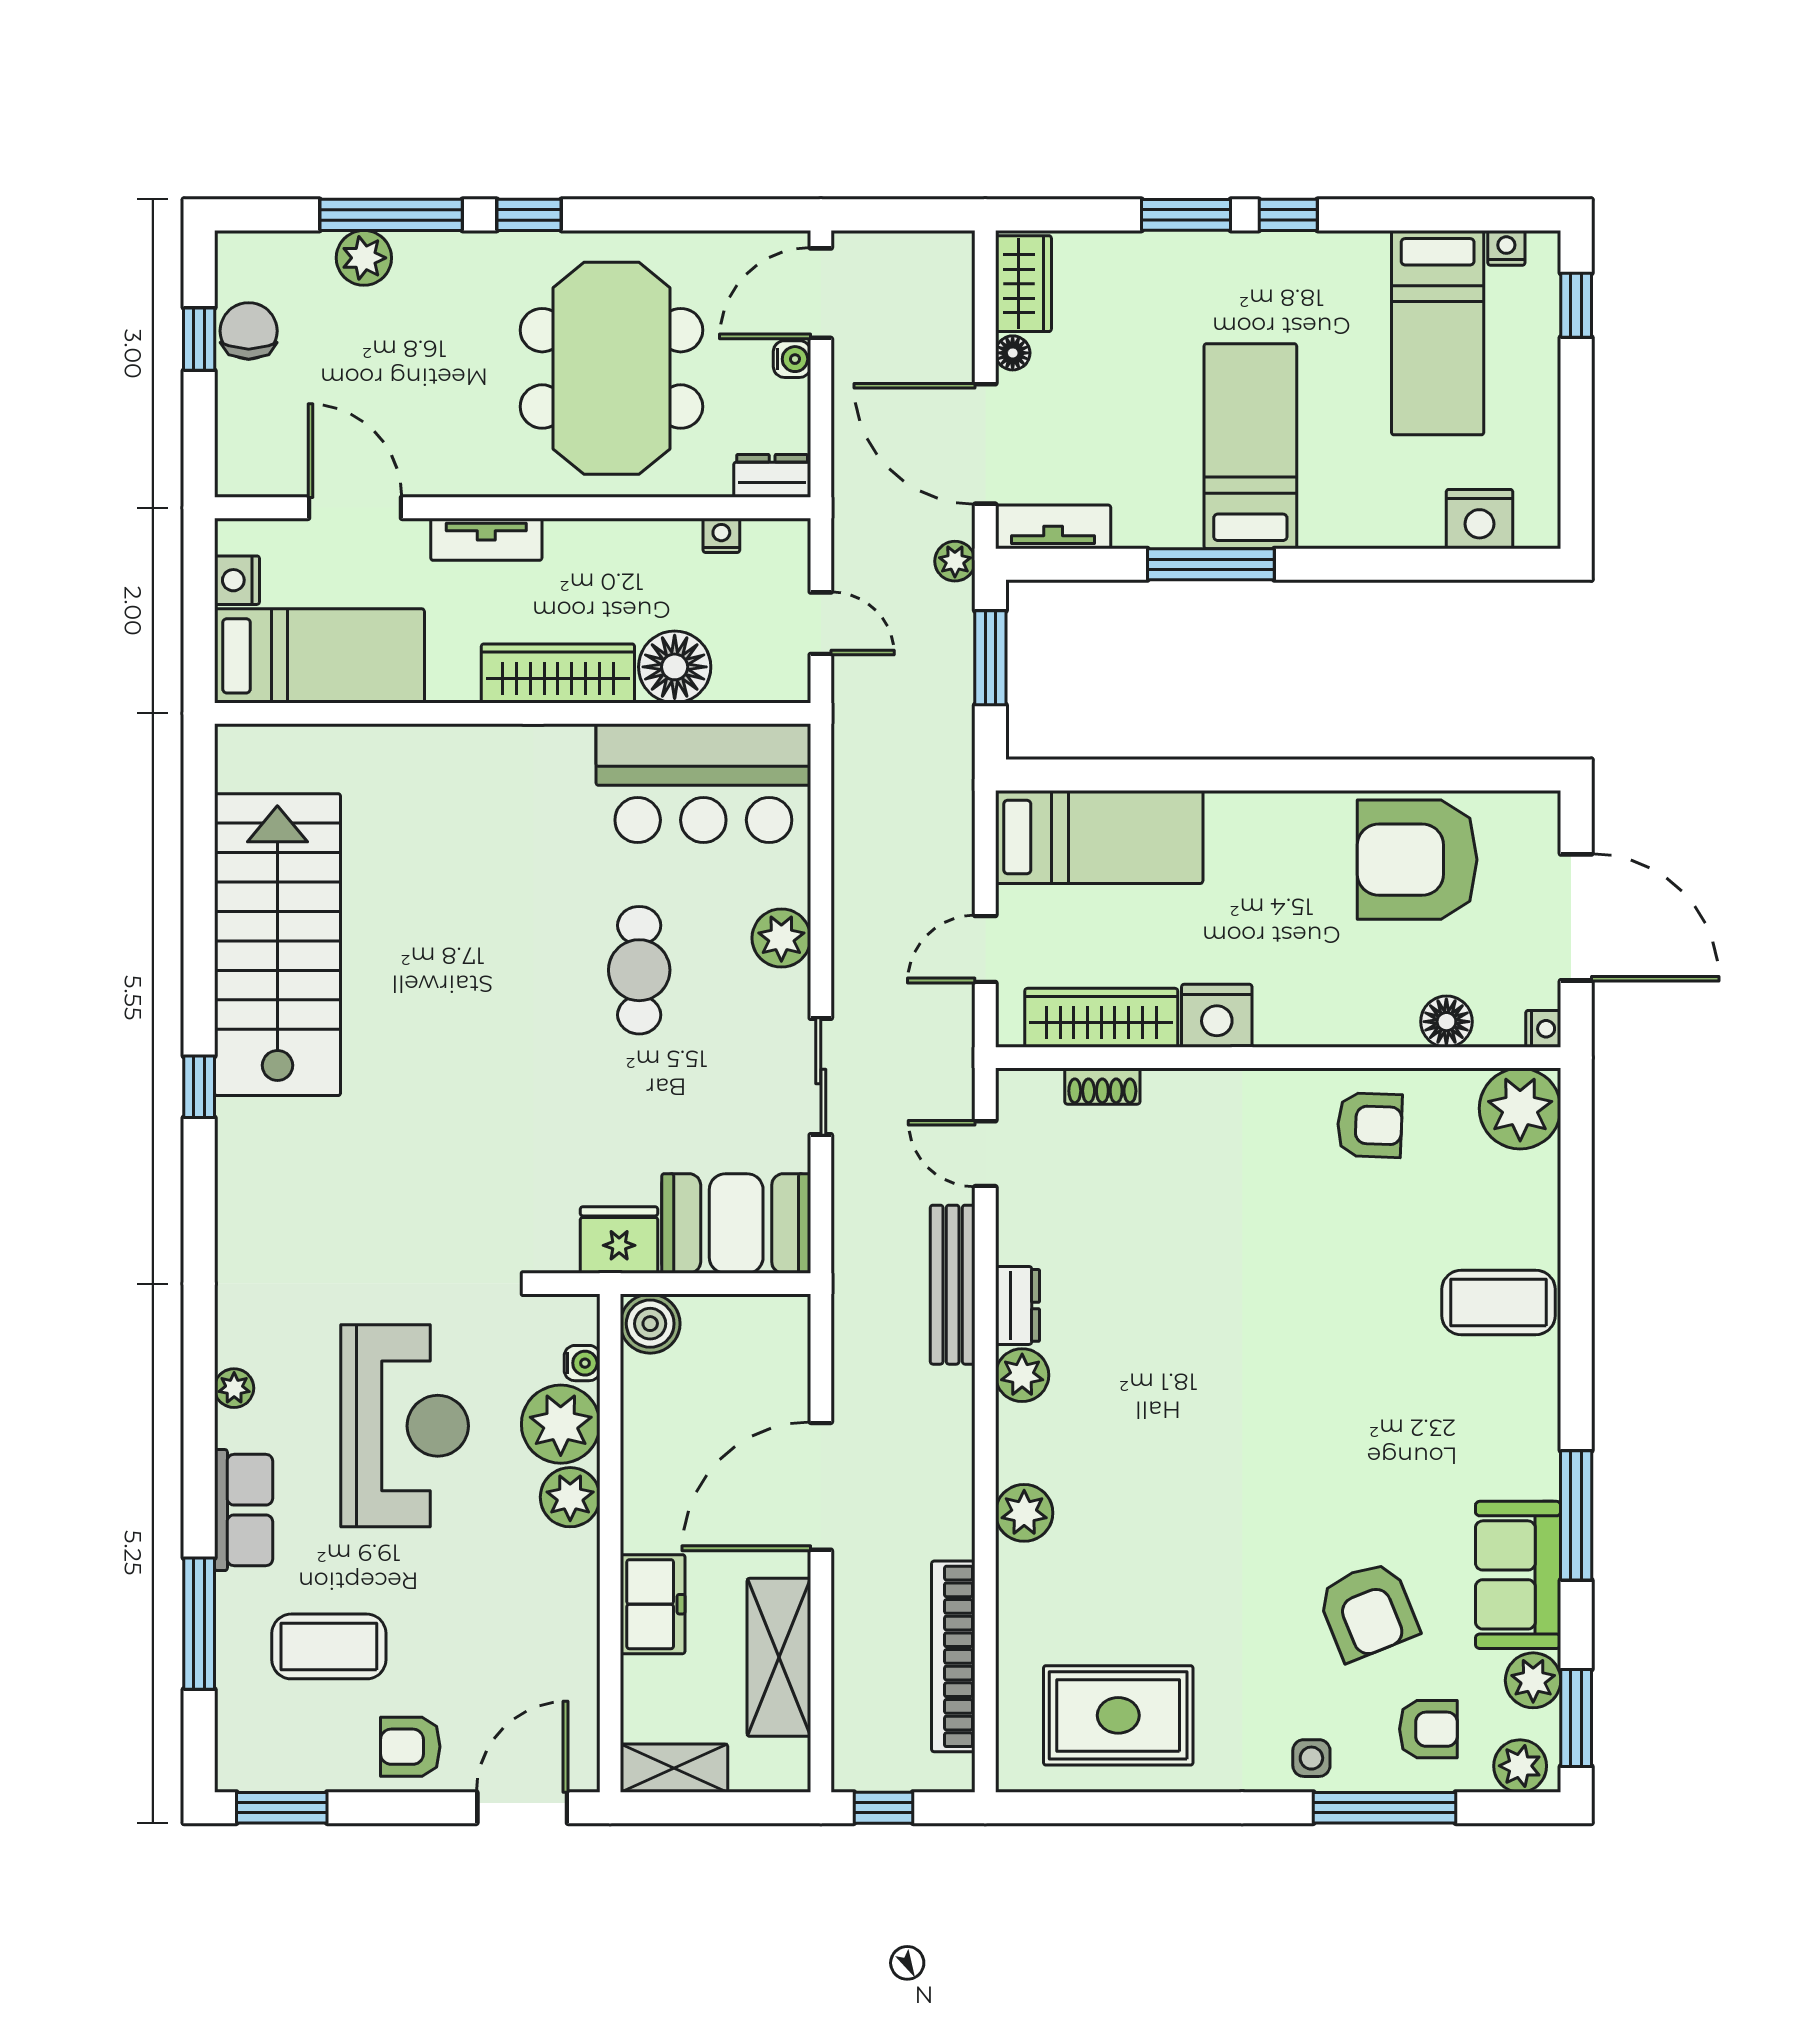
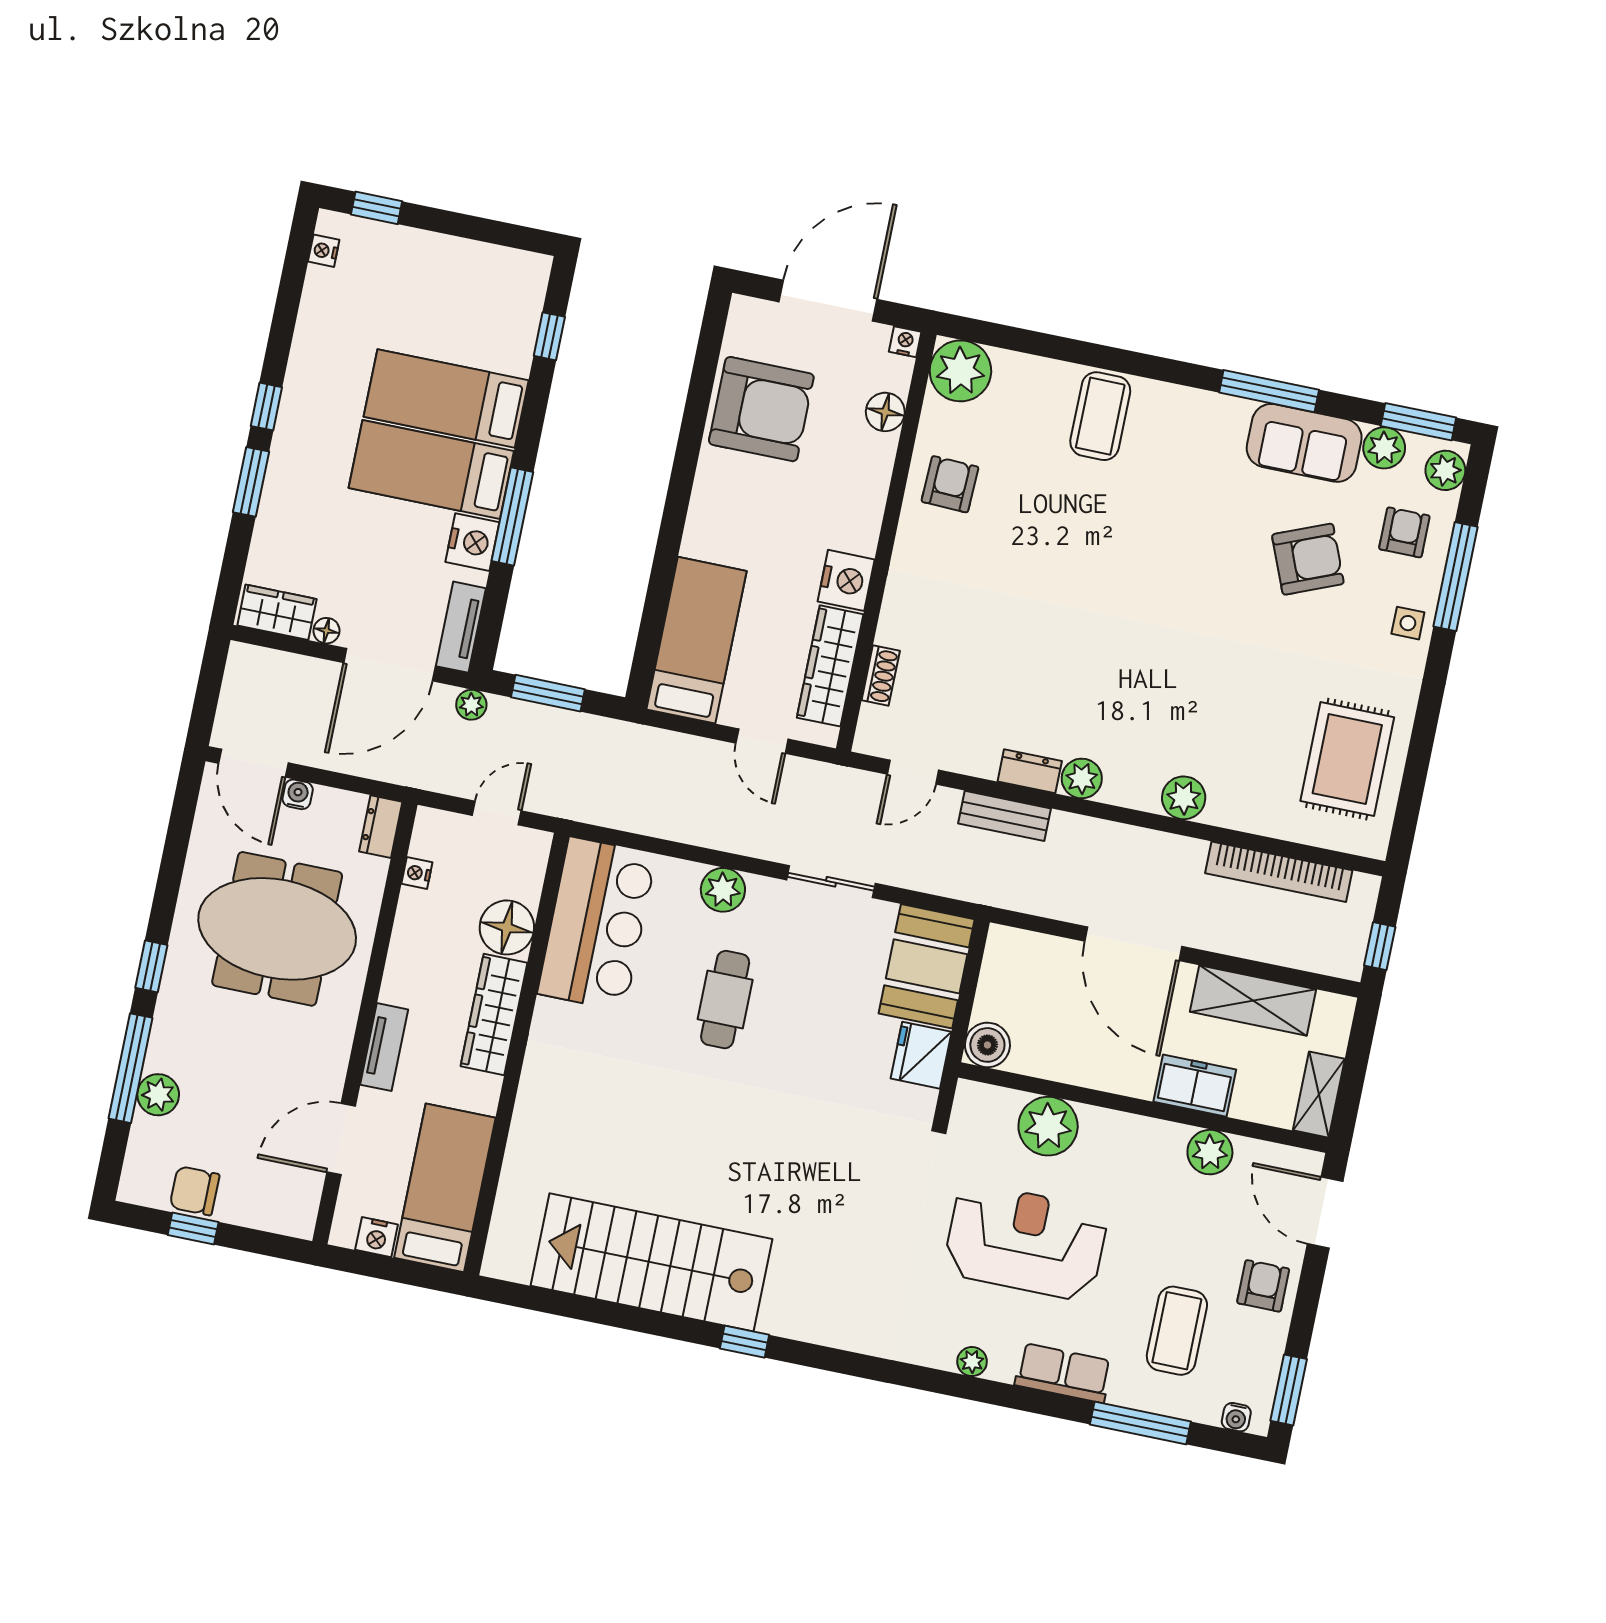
bed: (1438, 333) -> (446, 399), moved, turned 180
nightstand: (1479, 519) -> (472, 542), moved
window: (1455, 564) -> (549, 336), added
armchair: (1417, 860) -> (761, 409), turned -90
cafe table: (639, 970) -> (725, 1000), turned 90
bench: (953, 1285) -> (1004, 816), width x0.73
water cooler: (582, 1363) -> (1236, 1417), moved, turned 180
plant: (570, 1497) -> (1210, 1152), moved
armchair: (410, 1747) -> (1263, 1286), turned 180

